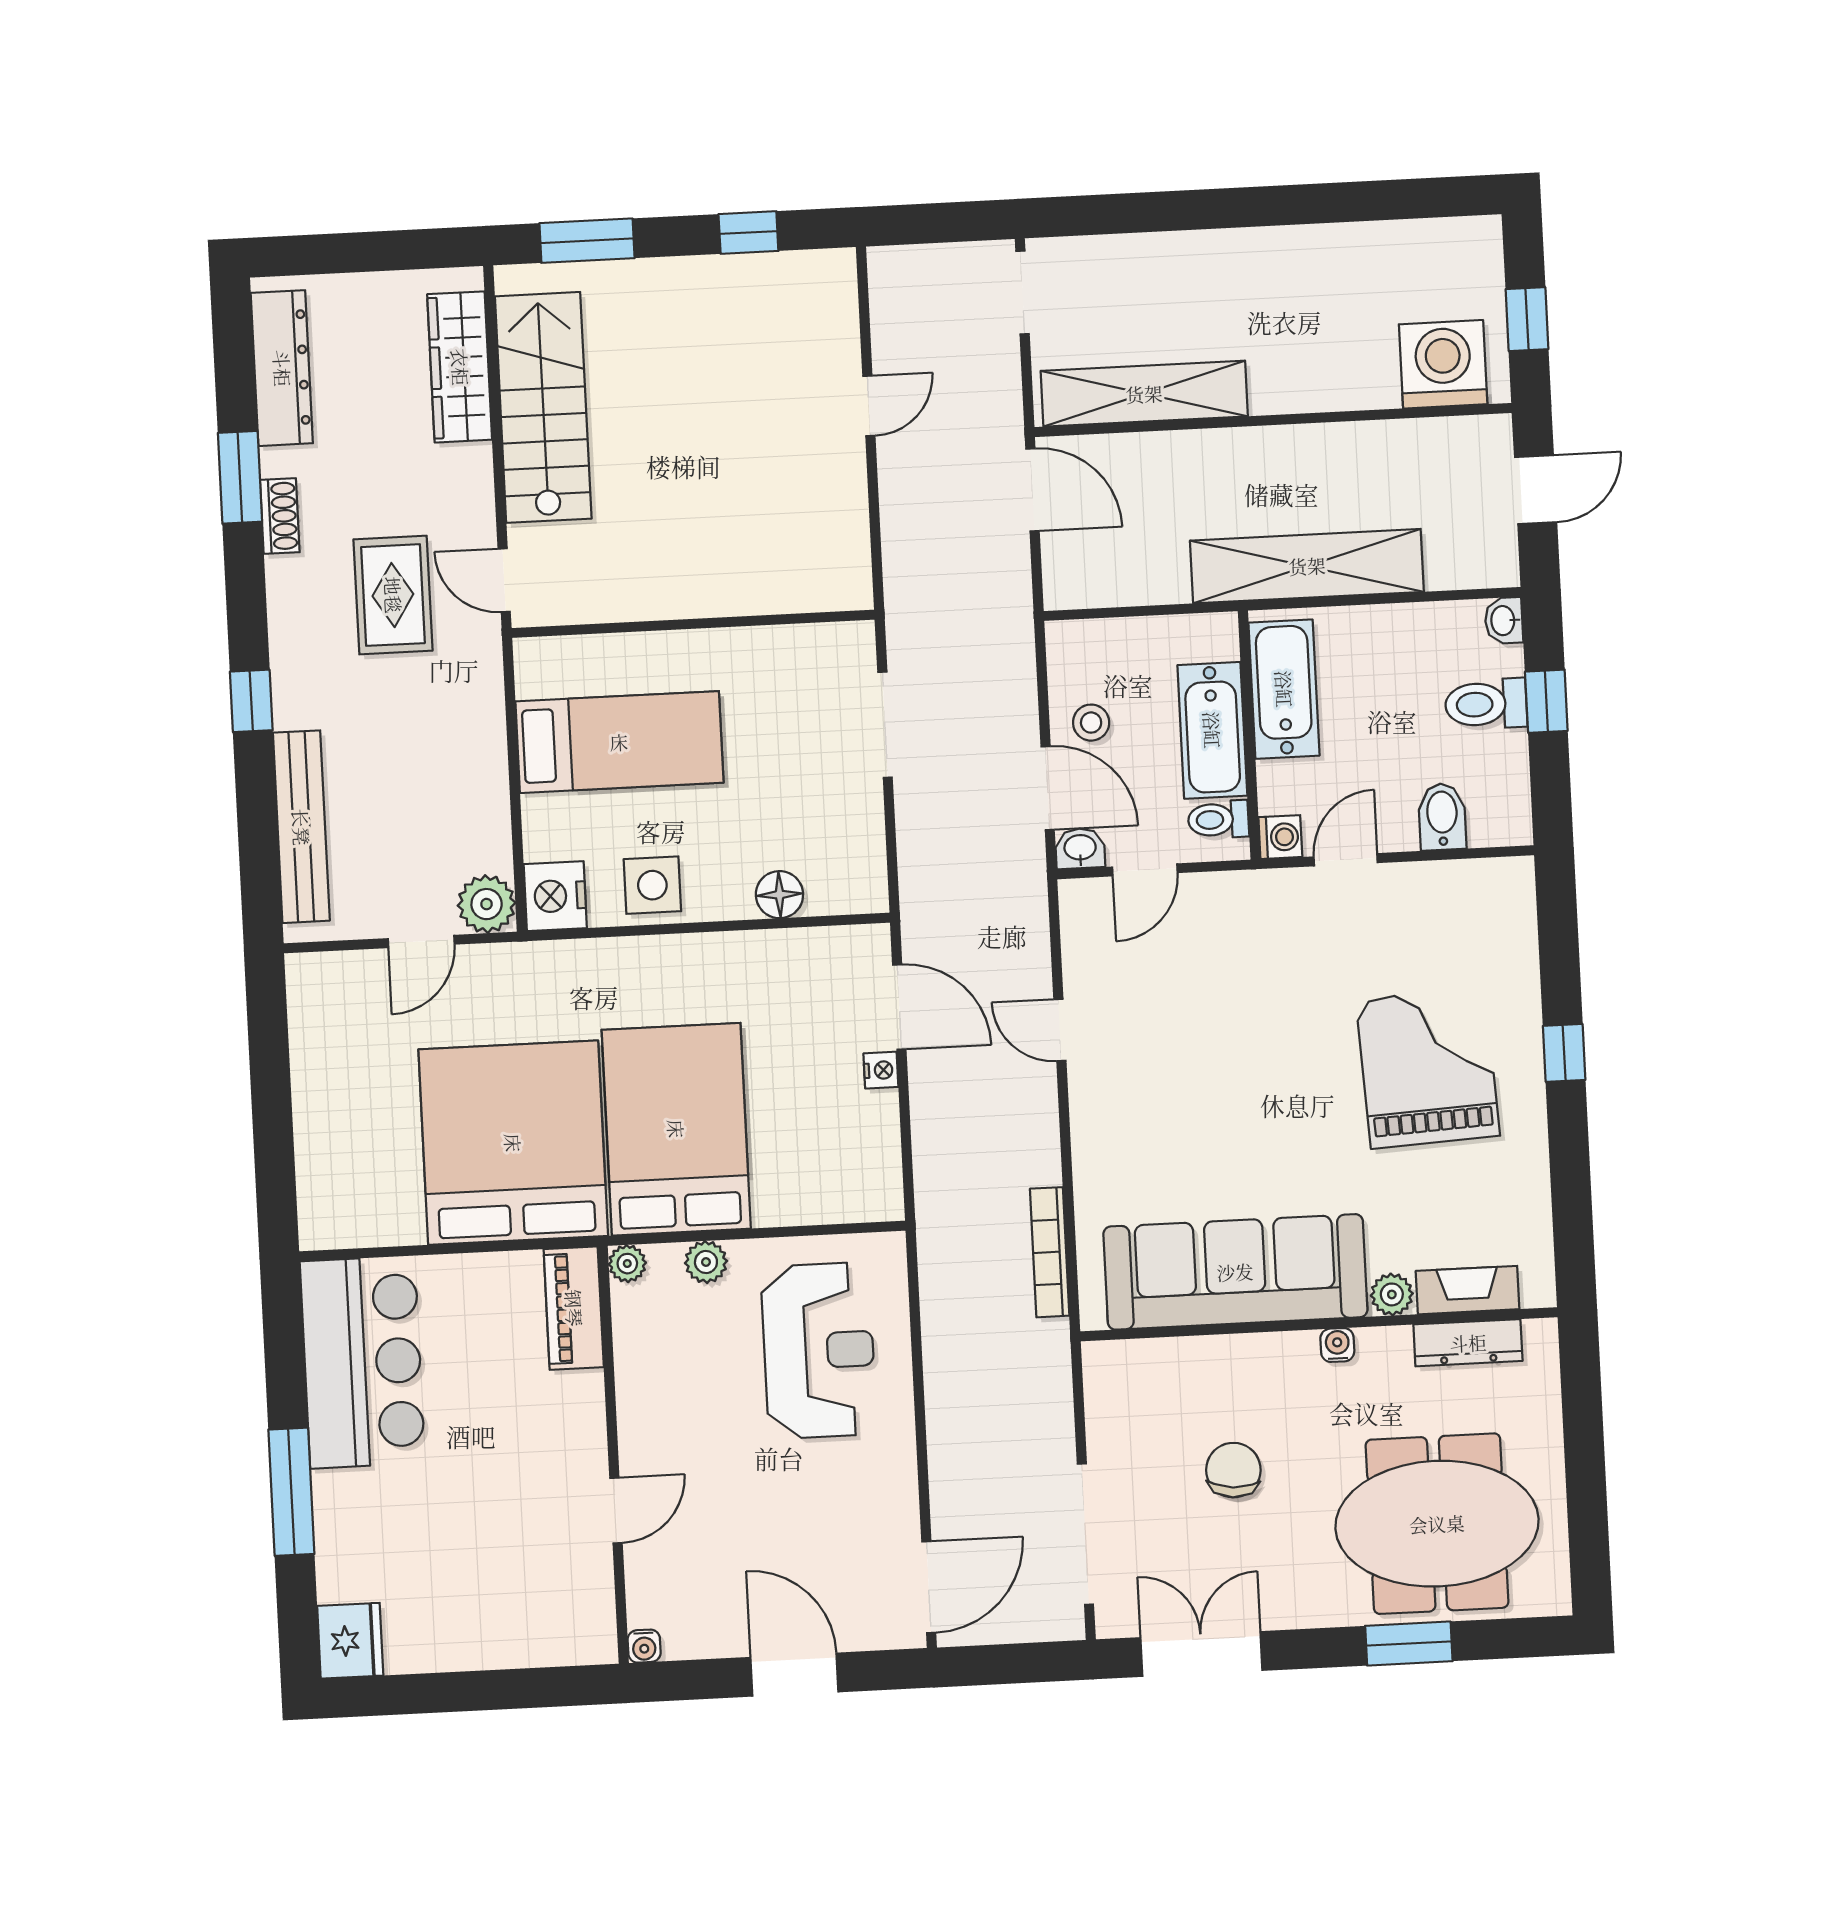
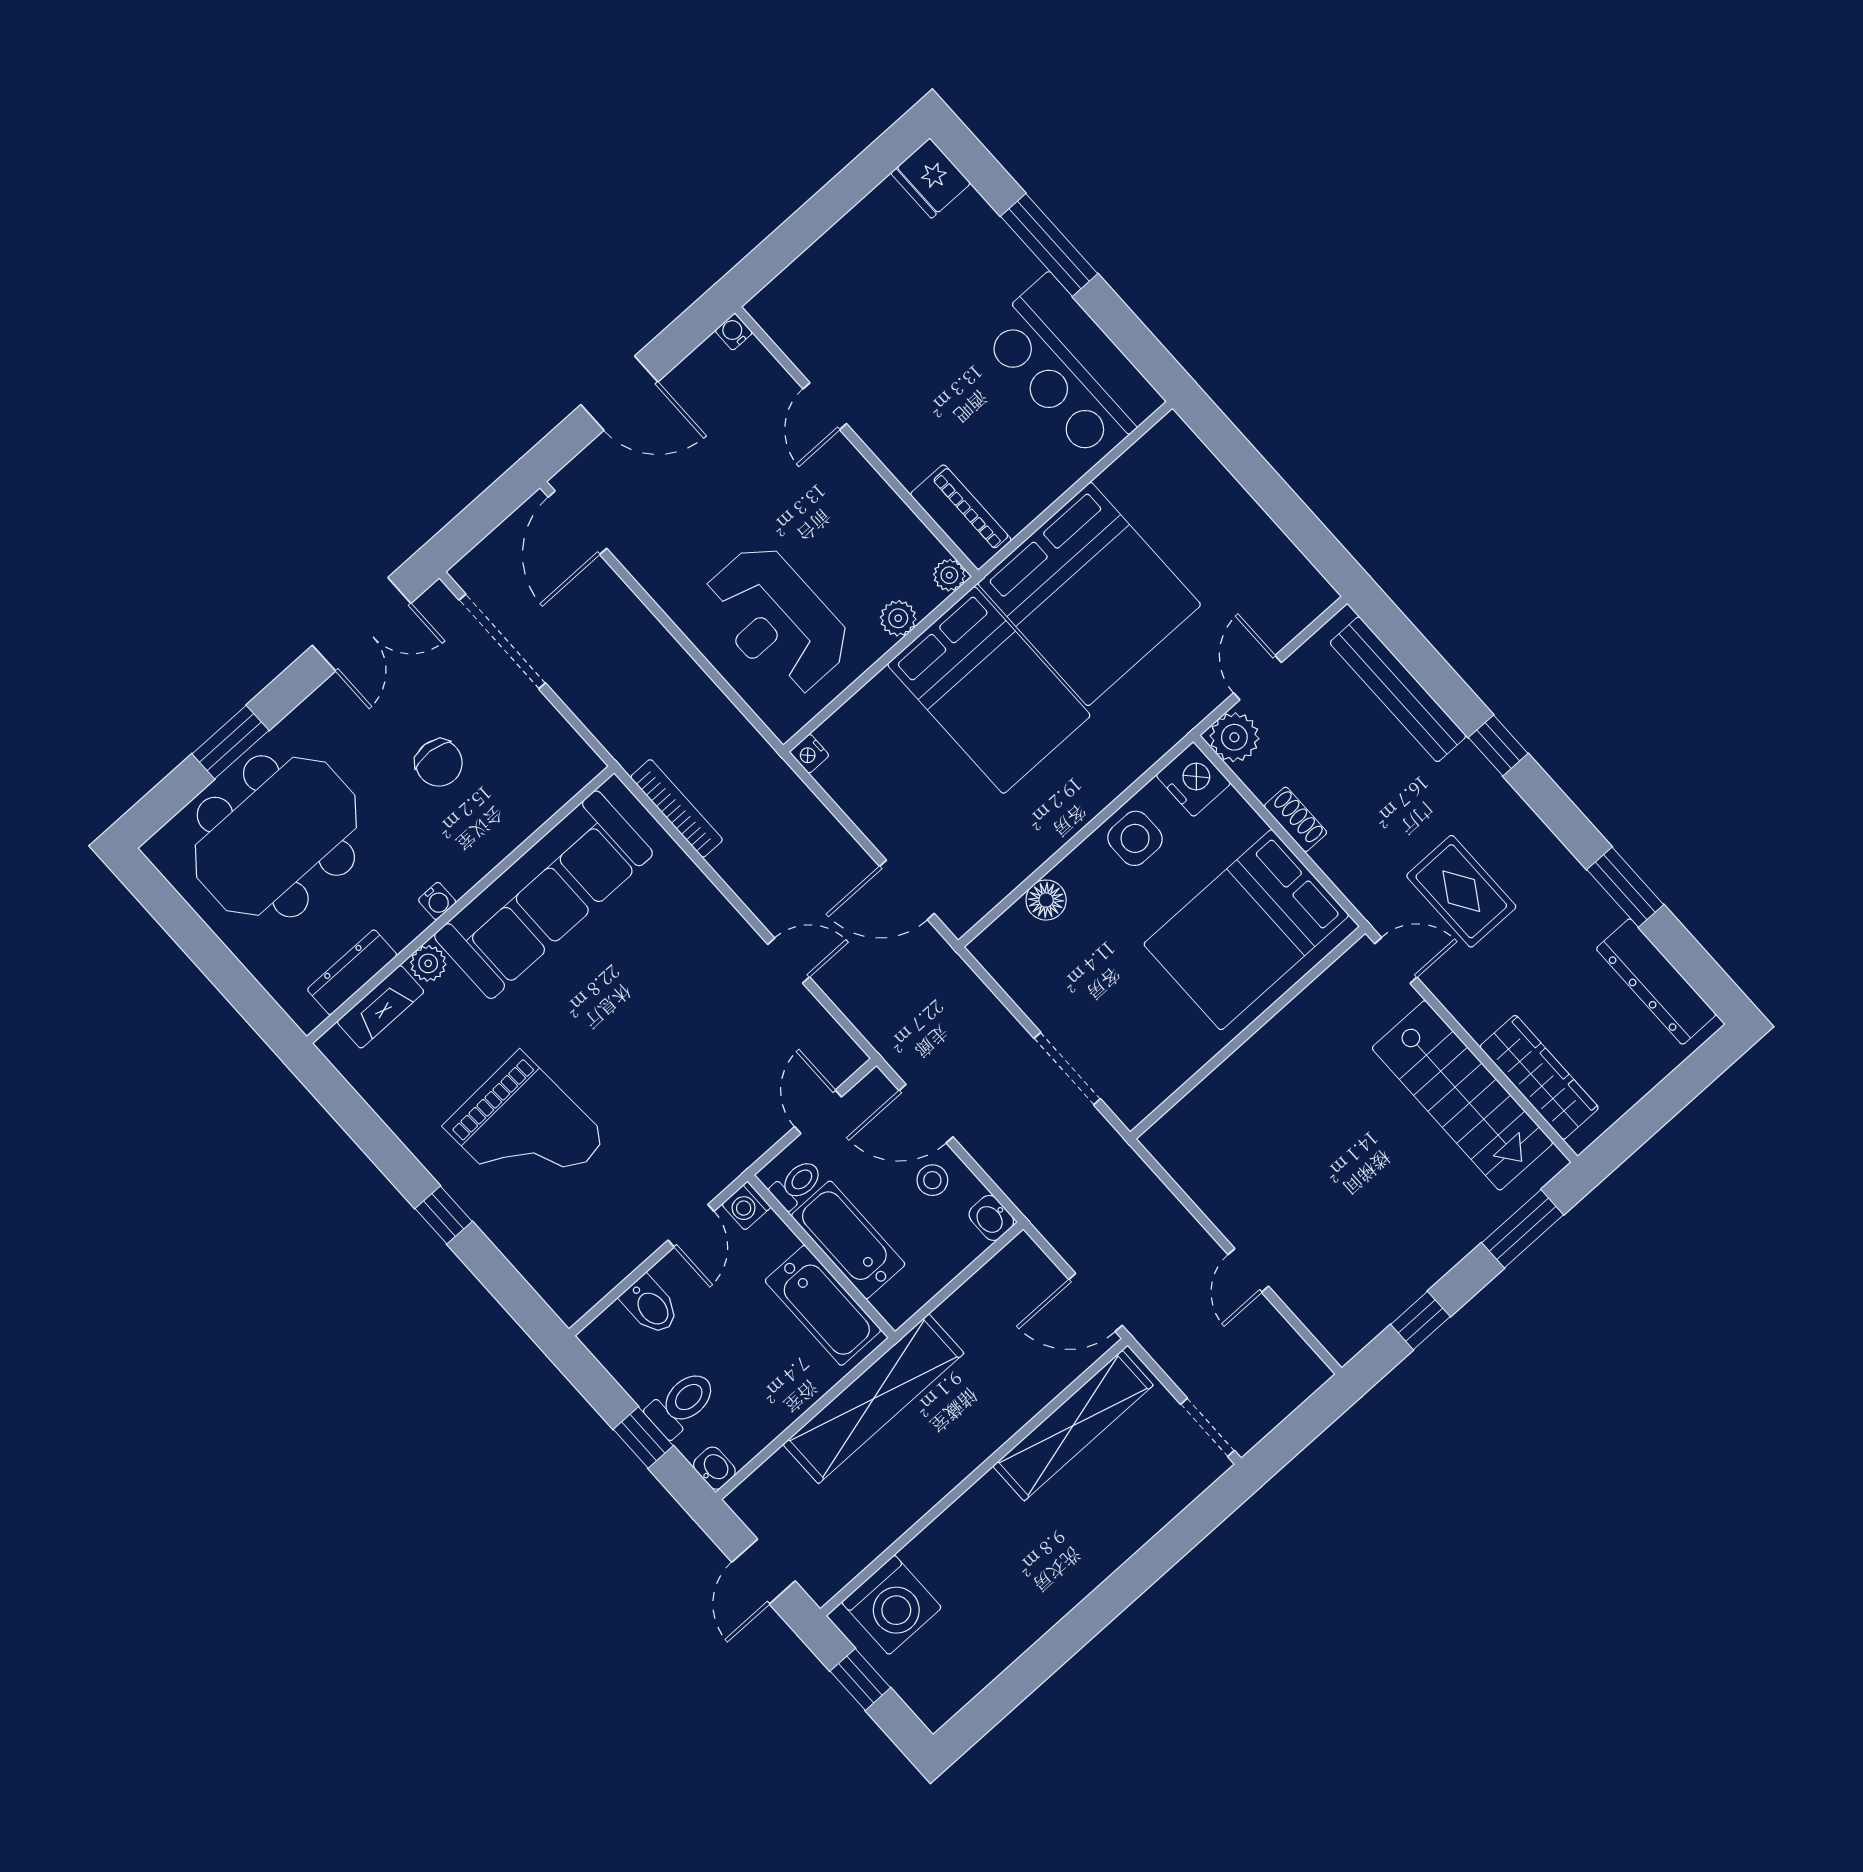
shoe rack: (280, 516) -> (1296, 819), moved, turned 180
bed: (619, 742) -> (1246, 930), width x1.50
washbasin: (1080, 848) -> (991, 1218), moved, turned 90
nightstand: (881, 1070) -> (809, 754), moved

